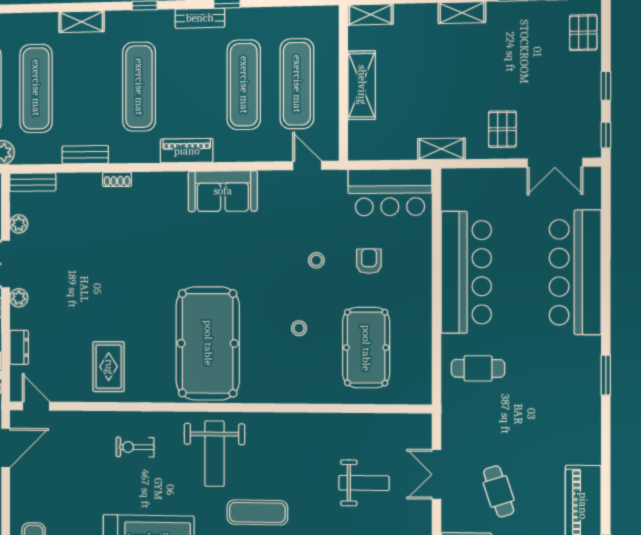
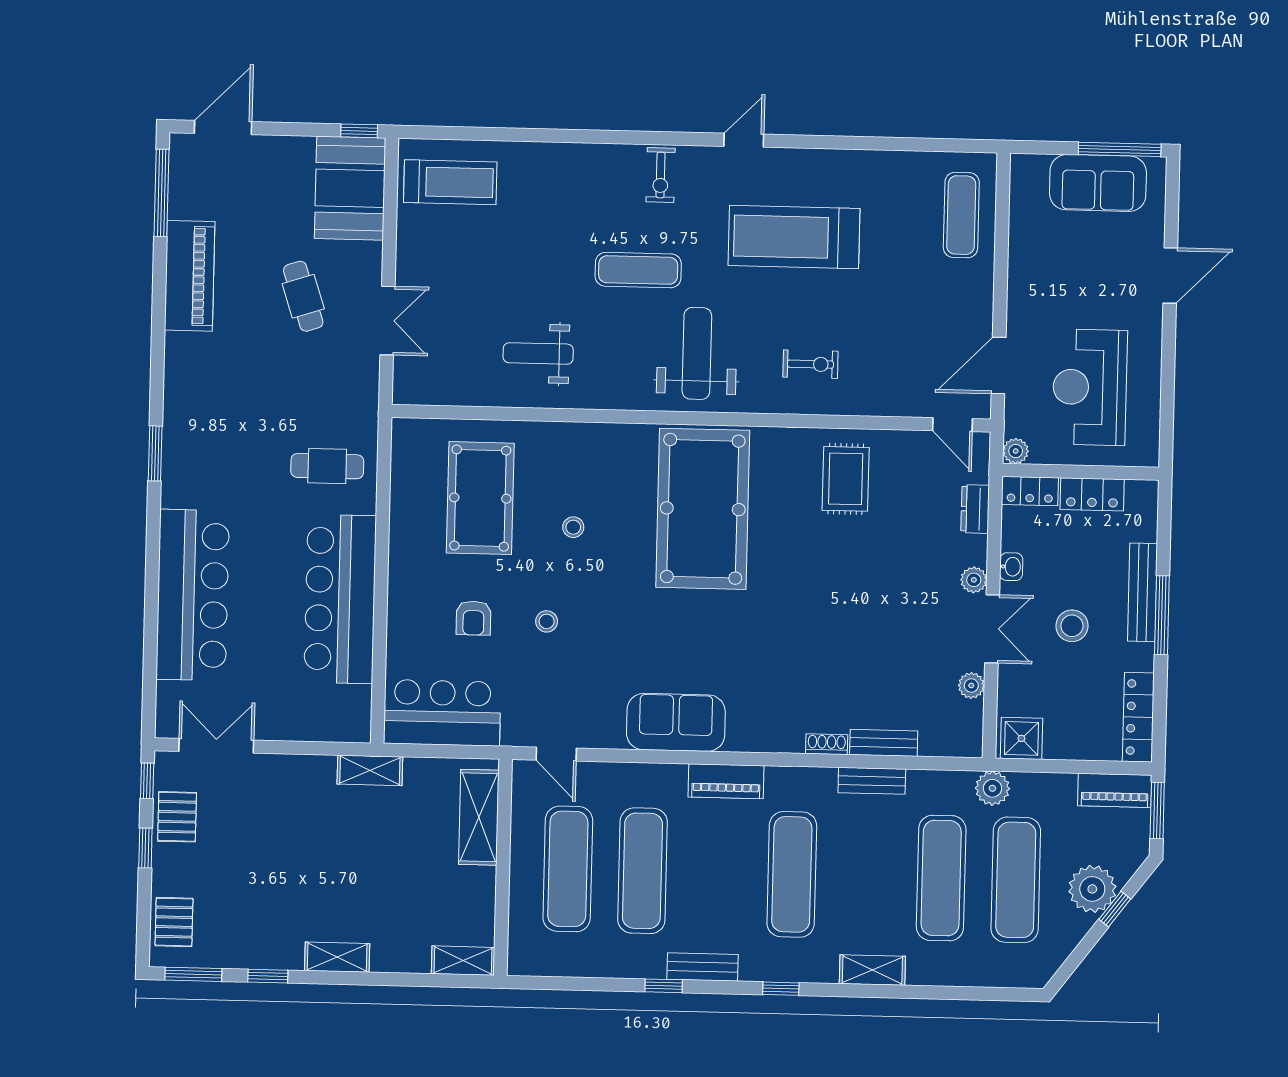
shelving: (362, 85) -> (479, 817), moved
pallet: (502, 129) -> (177, 817), moved
bench: (33, 182) -> (884, 743), moved
weight bench: (364, 483) -> (538, 353), moved

